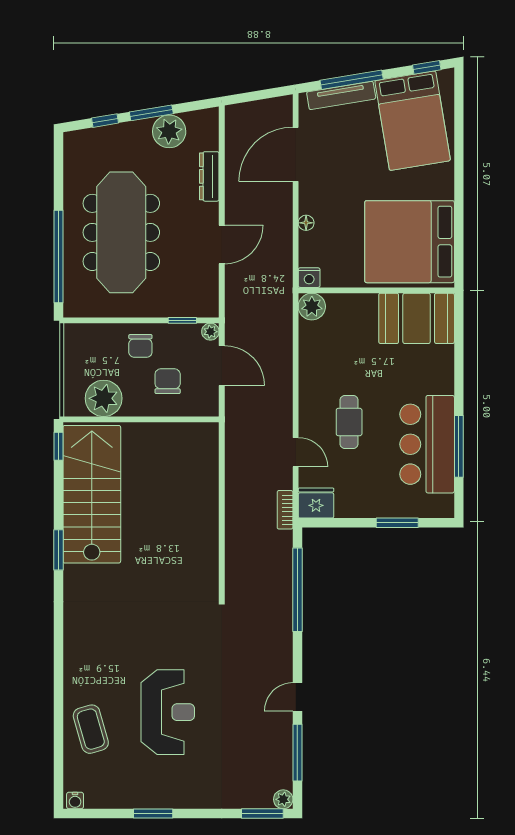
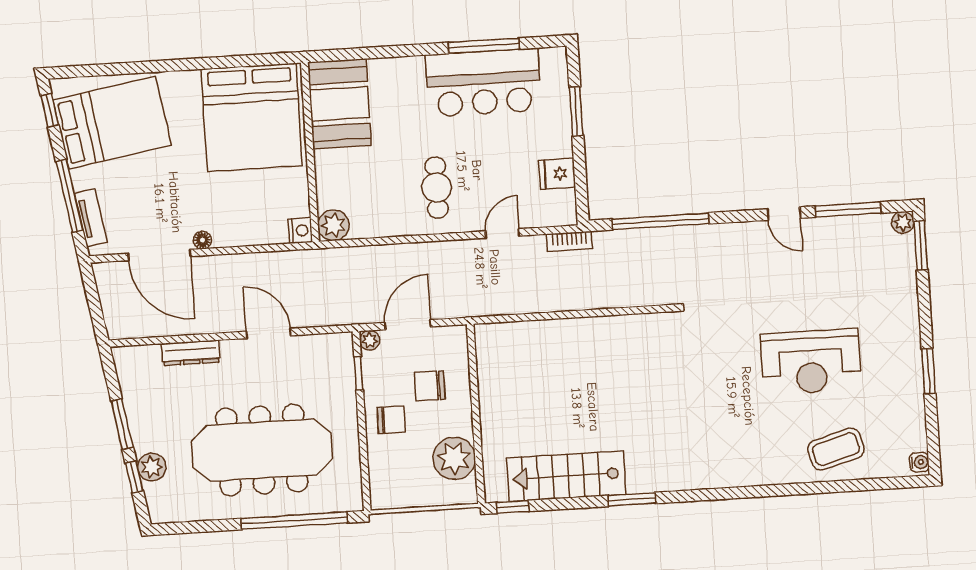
tv unit: (341, 95) -> (91, 218), width x0.71
plant: (169, 131) -> (152, 467), moved, width x0.73, depth x0.73
floor lamp: (306, 223) -> (202, 240), moved
cafe table: (349, 422) -> (437, 188), moved, turned 90
stairs: (92, 494) -> (566, 476), width x0.73, depth x0.66
fridge: (316, 503) -> (557, 174), moved, width x0.72
reception desk: (168, 712) -> (811, 362), turned 180

